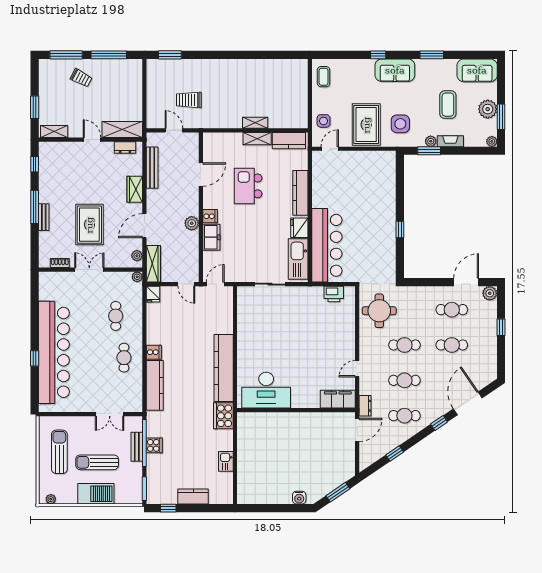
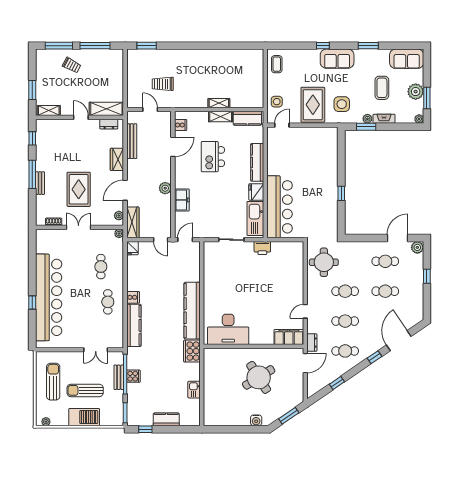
cooker: (210, 216) -> (181, 125), moved
printer: (334, 294) -> (262, 248), moved
round table: (302, 447) -> (259, 377), added

